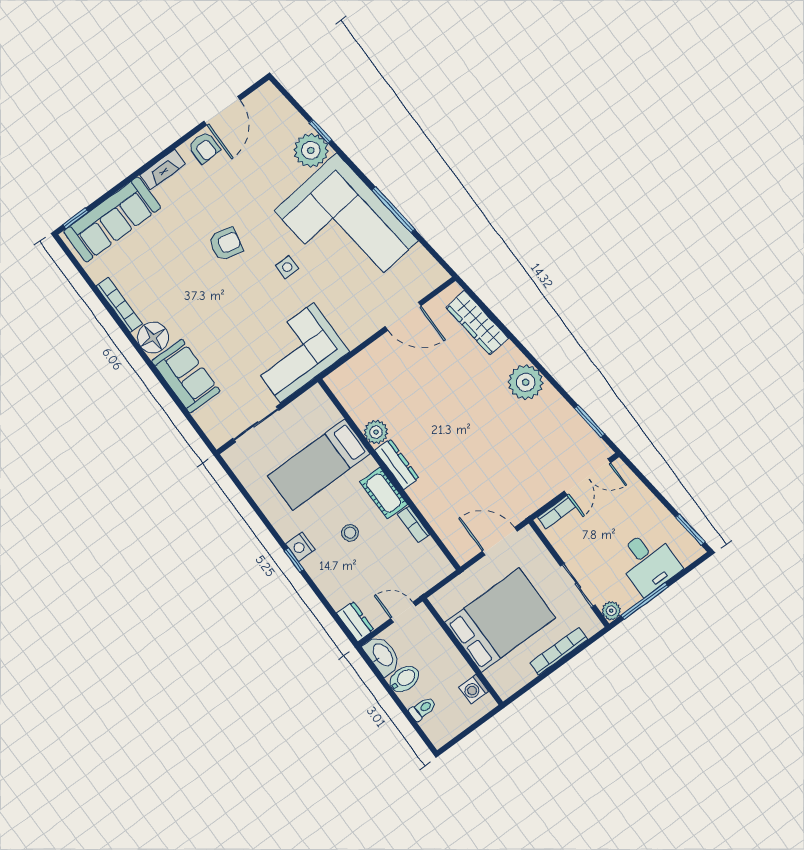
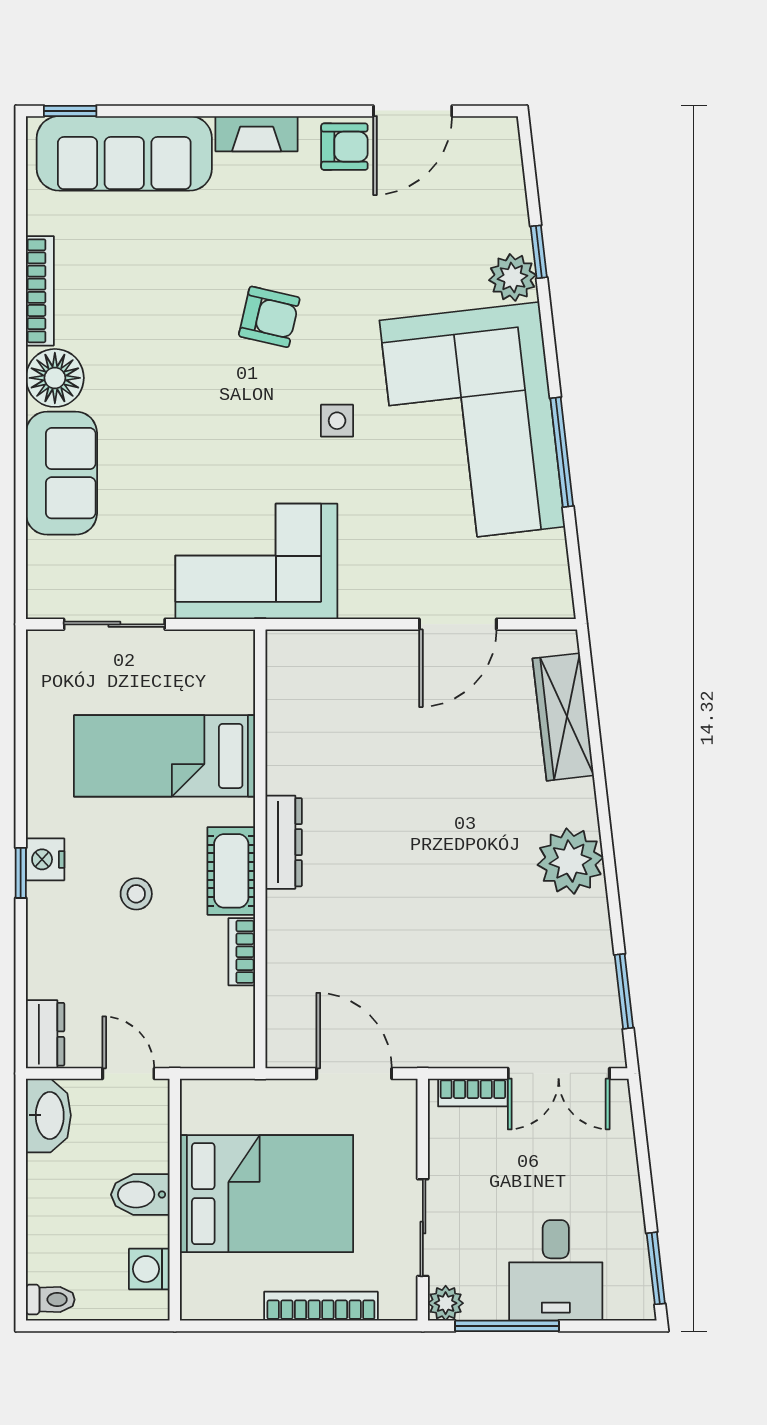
armchair: (204, 147) -> (344, 147), turned -90
plant: (311, 150) -> (513, 277), width x0.73, depth x0.73
door: (403, 316) -> (458, 624), hinge flipped
plant: (376, 432) -> (288, 770), removed
bidet: (404, 679) -> (140, 1195), moved, turned 180
toilet: (423, 709) -> (50, 1300), moved

